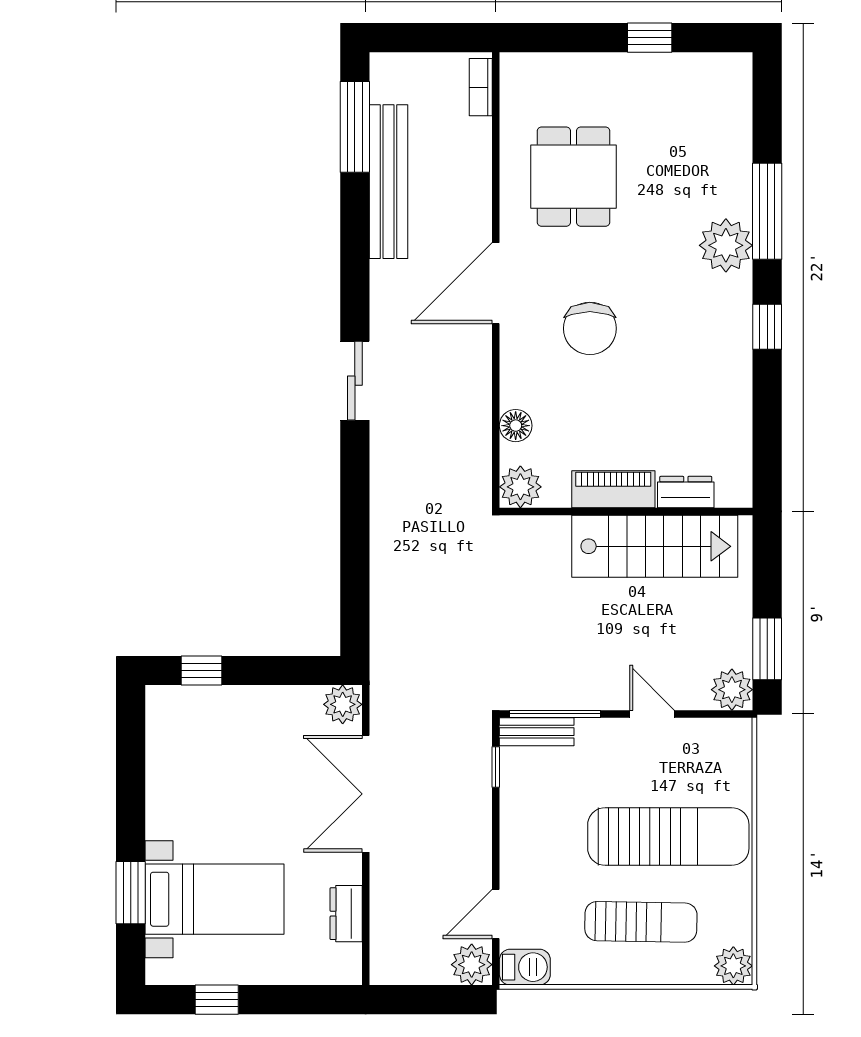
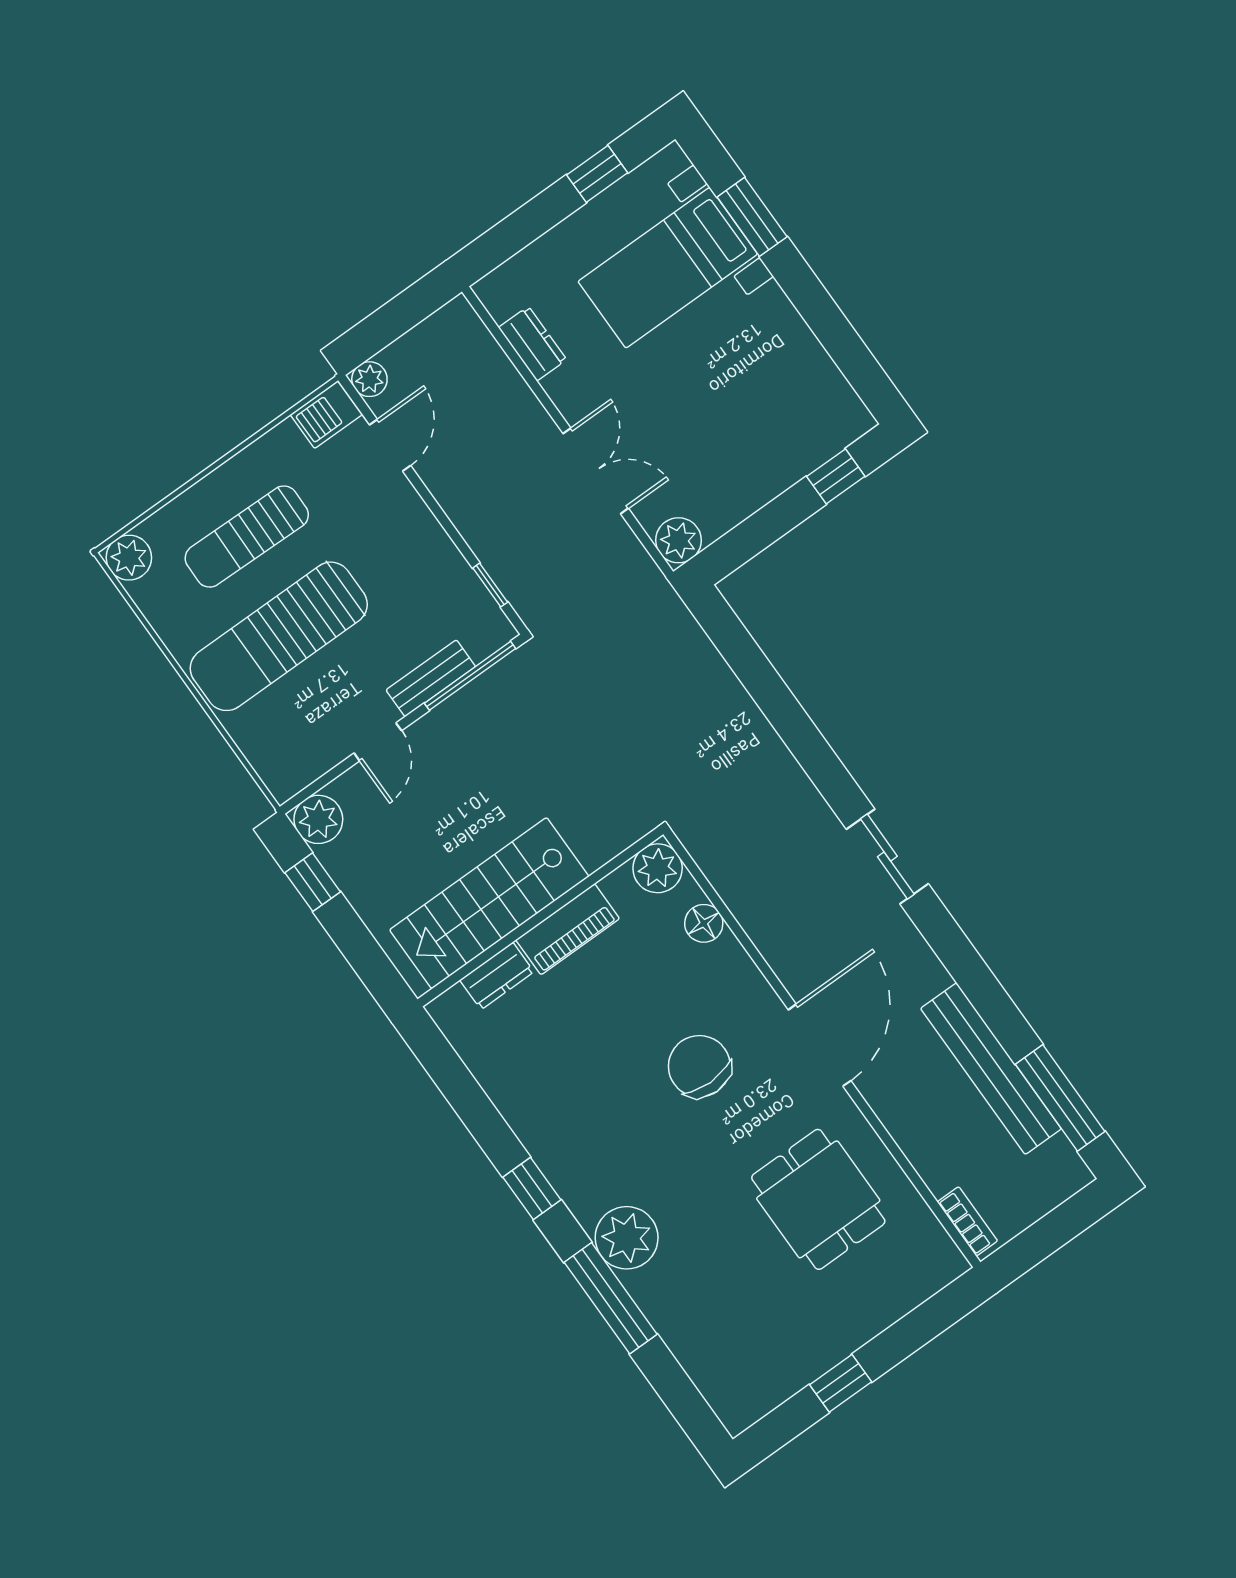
window: (767, 649) -> (313, 882), width x0.67
door: (652, 714) -> (378, 742), hinge flipped
bench: (537, 732) -> (431, 678), moved
double door: (366, 794) -> (596, 471), width x0.73
plant: (472, 965) -> (369, 379), width x0.73, depth x0.73

